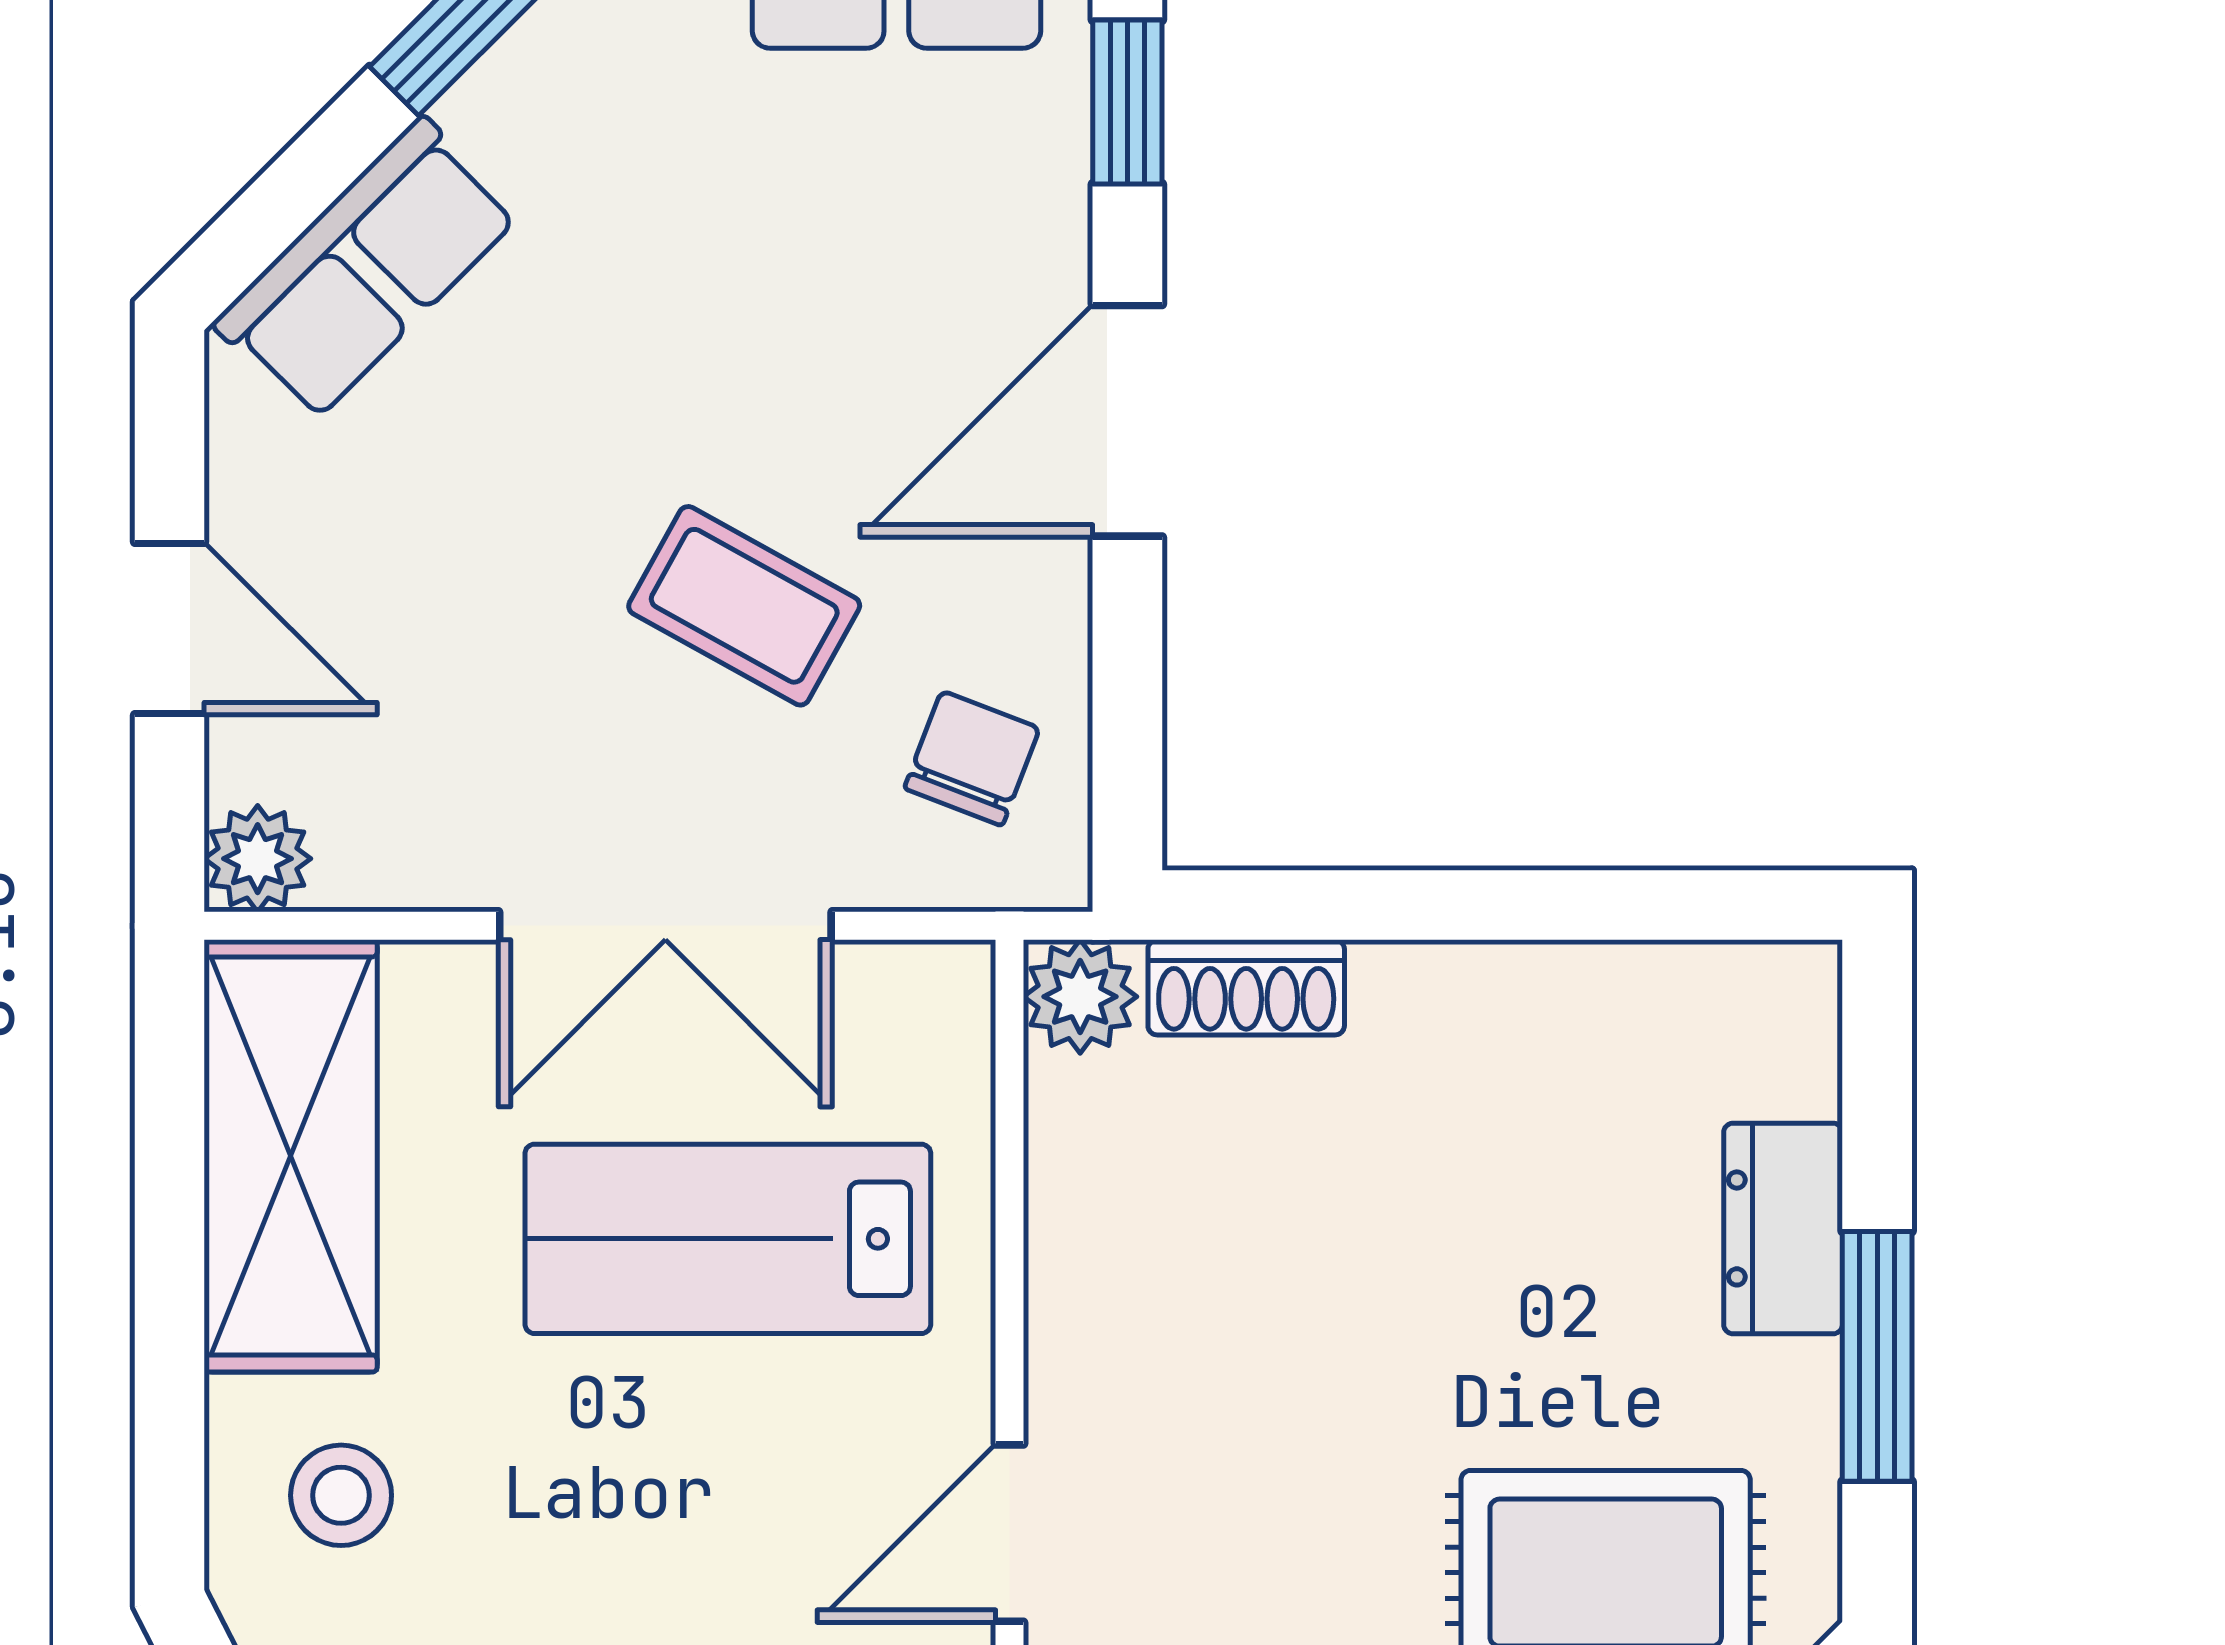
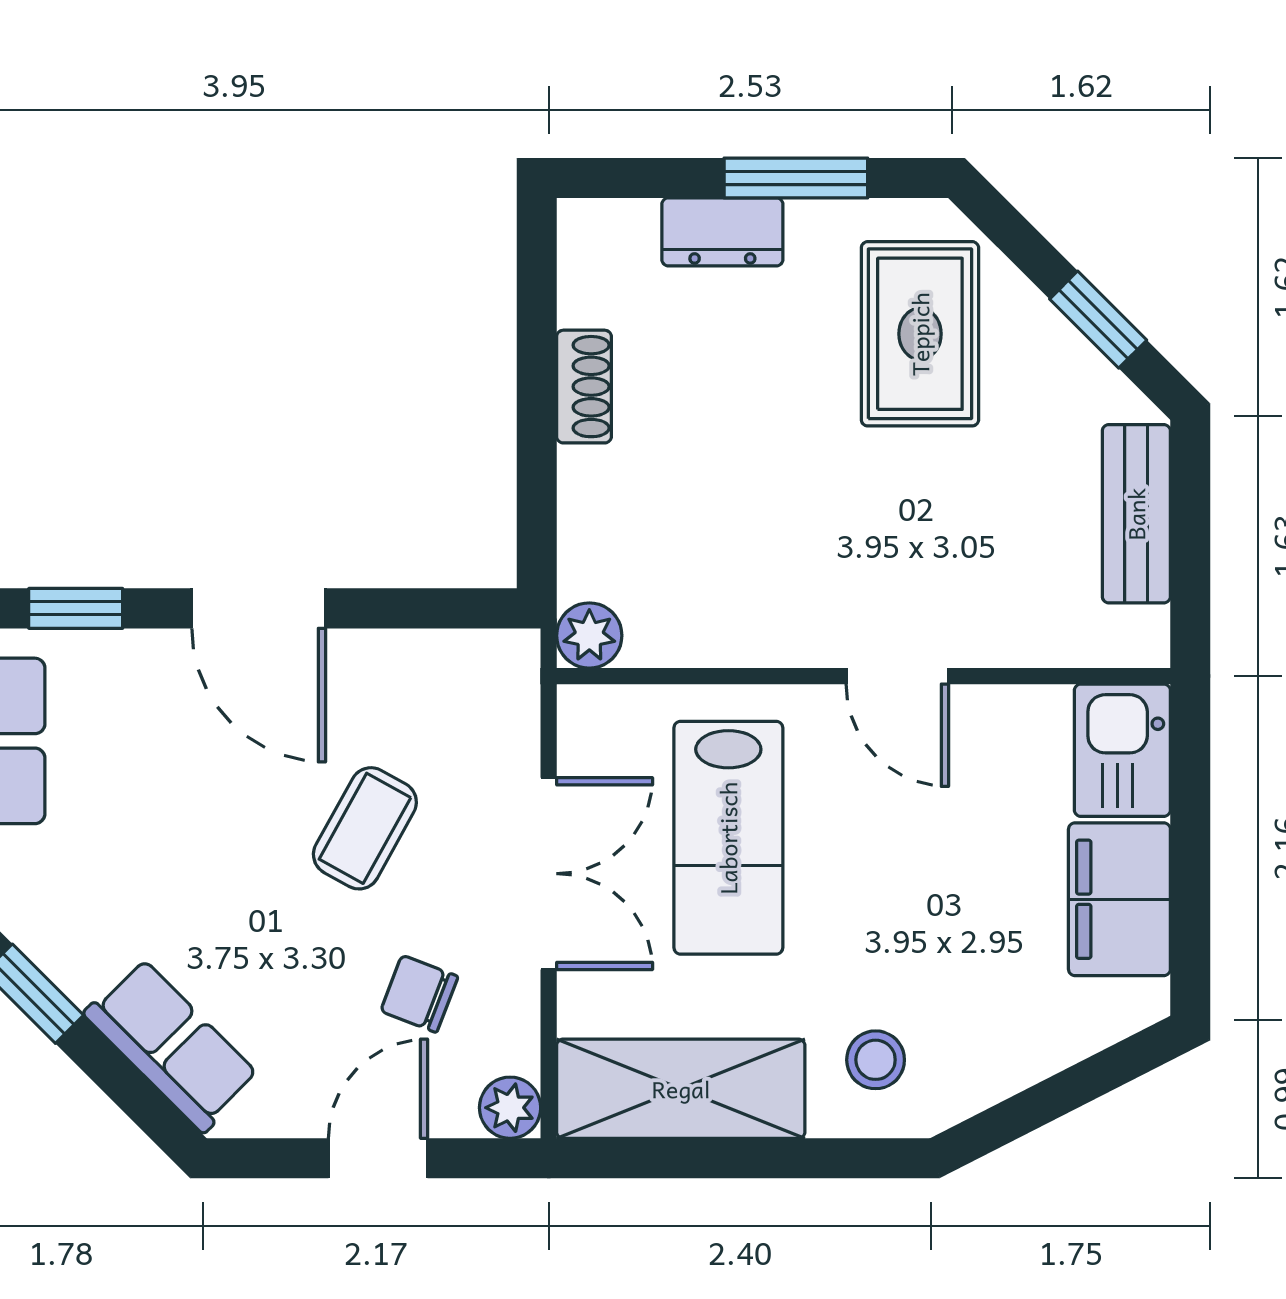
chair: (972, 758) -> (419, 994), moved
shoe rack: (1246, 987) -> (584, 387), moved

